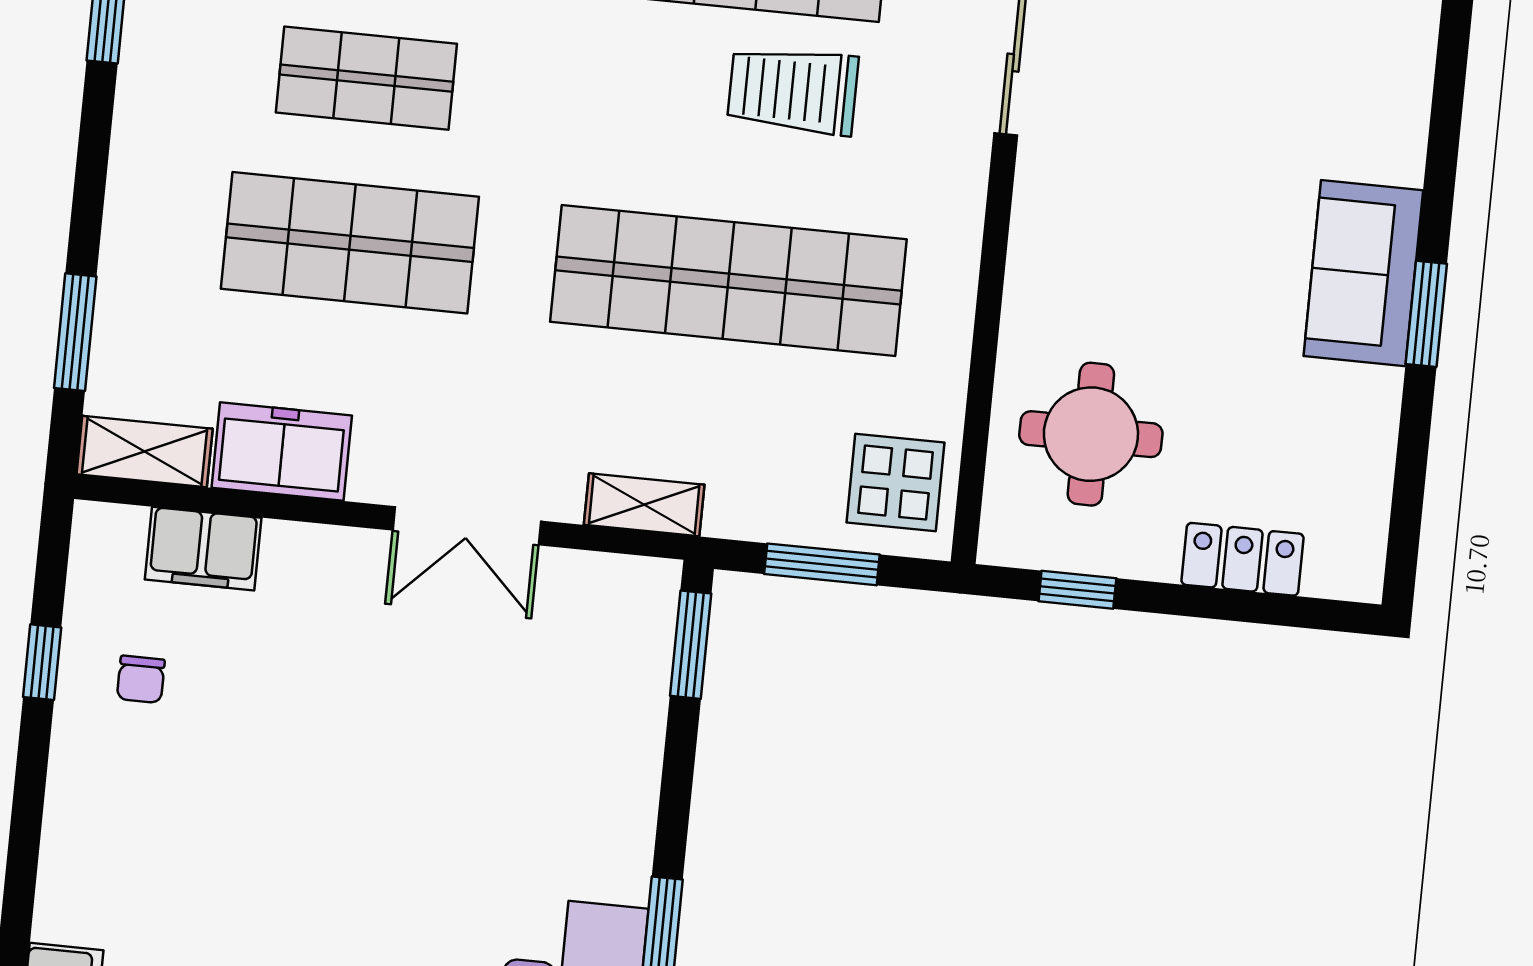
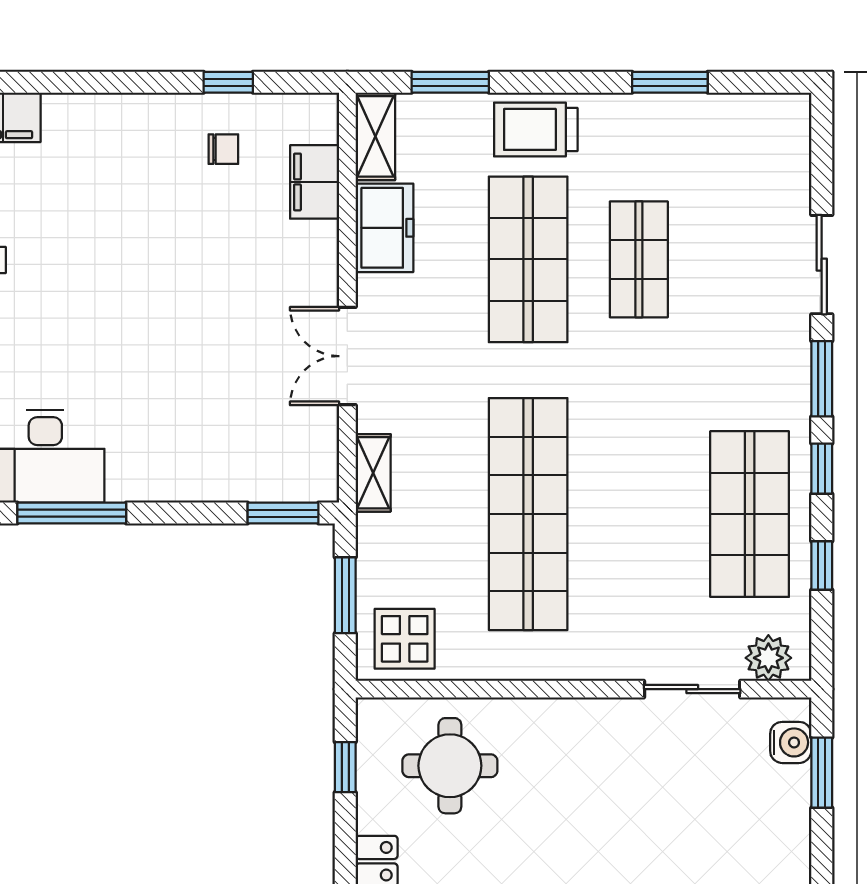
trolley: (793, 91) -> (536, 129), moved, turned -90
chair: (141, 679) -> (223, 149), turned 180

